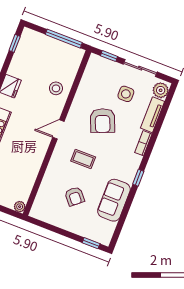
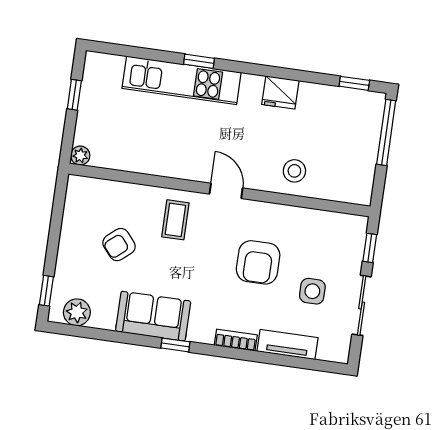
window: (64, 39) -> (386, 132), moved
plant: (161, 90) -> (77, 312), moved
armchair: (103, 121) -> (258, 262), turned -68
coffee table: (83, 159) -> (175, 220), moved
sofa: (114, 200) -> (153, 316), moved

